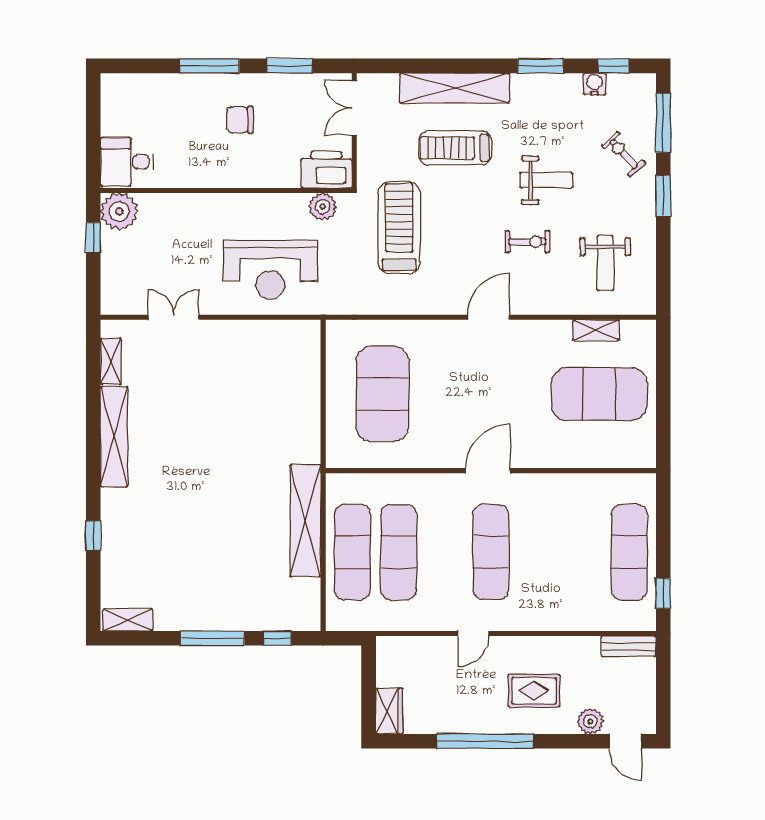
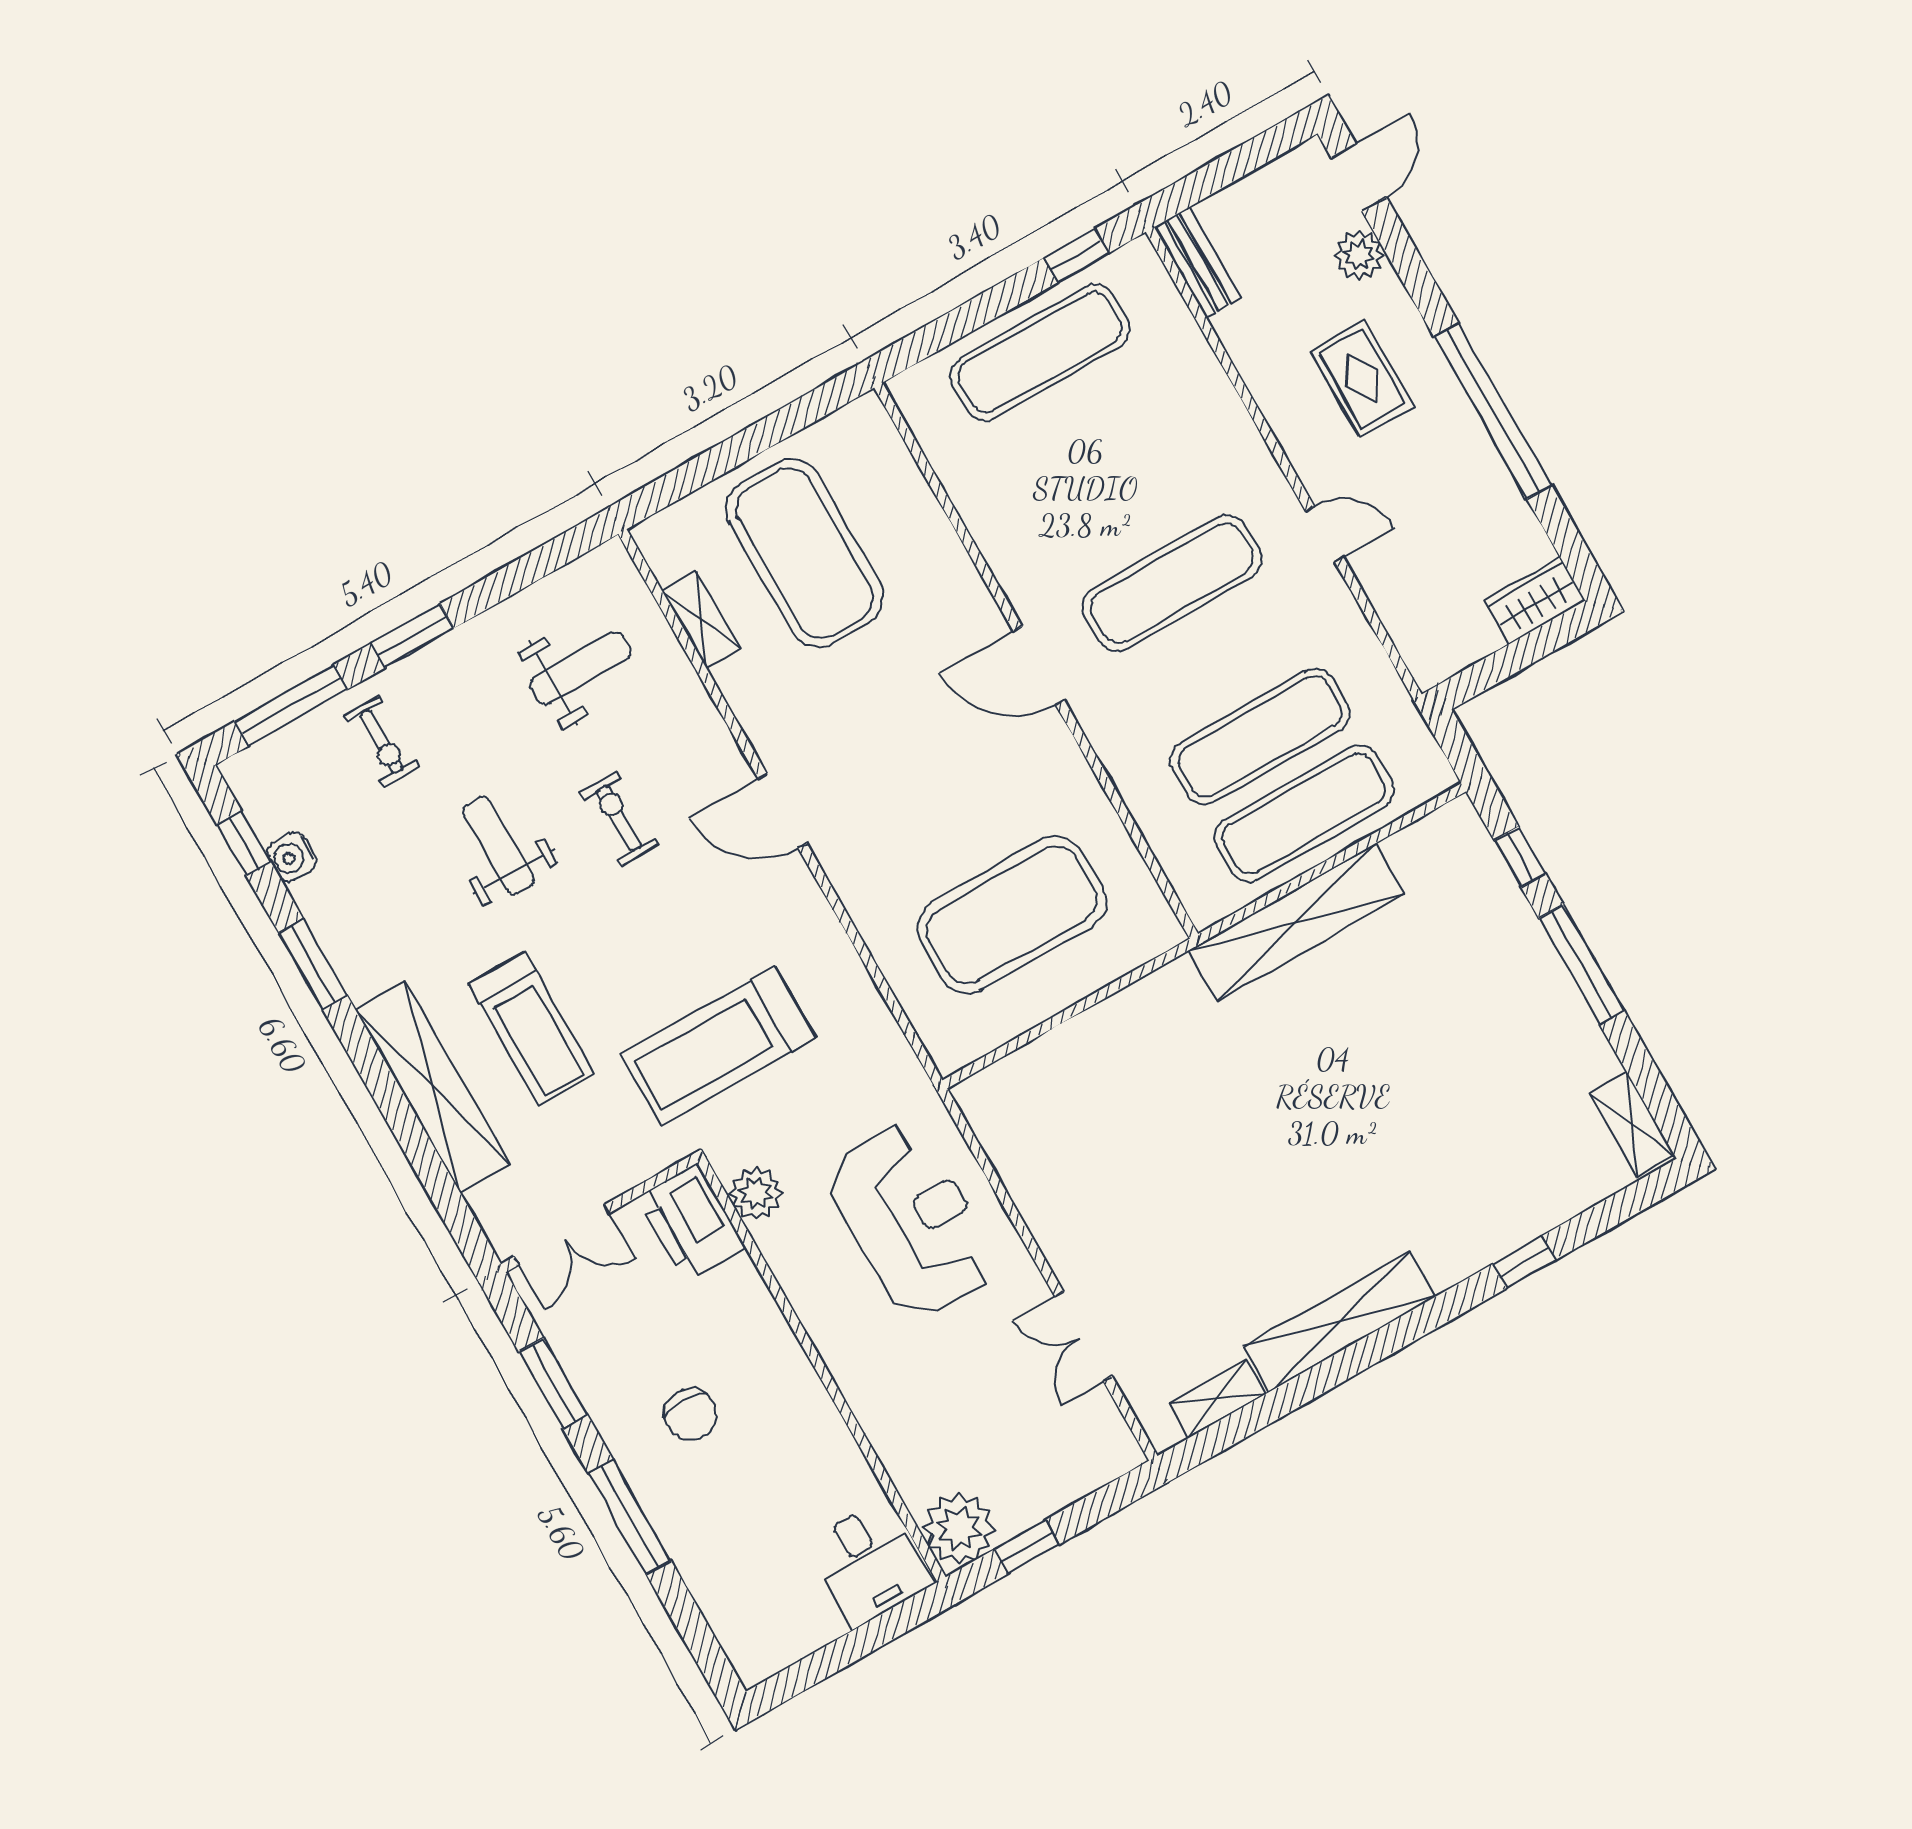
exercise bike: (624, 154) -> (381, 741), turned -48

